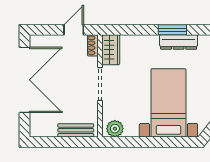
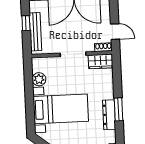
plant: (115, 129) -> (39, 79), moved
bench: (76, 130) -> (35, 32), width x1.36
window: (58, 142) -> (26, 23), added

